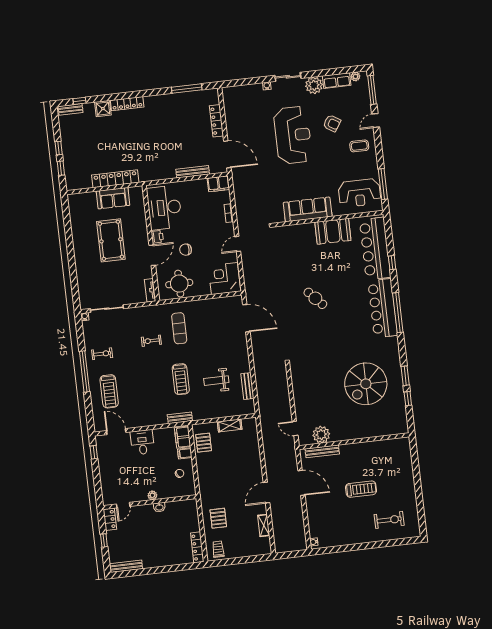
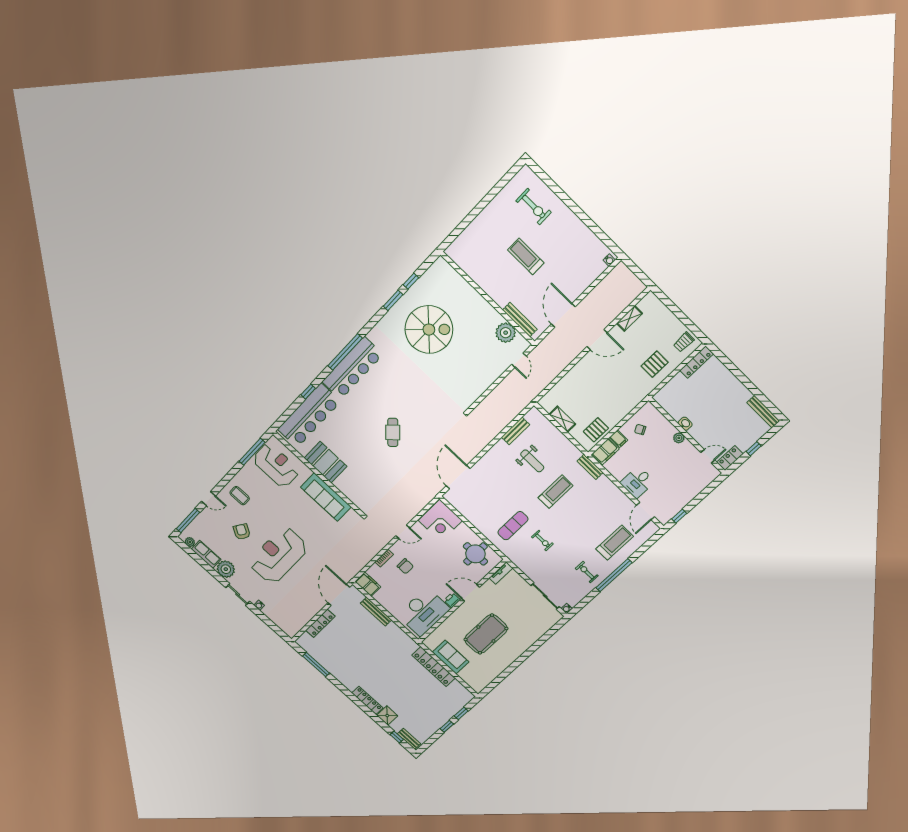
chair: (186, 250) -> (405, 566), moved
exercise bike: (389, 520) -> (534, 207), turned 180

